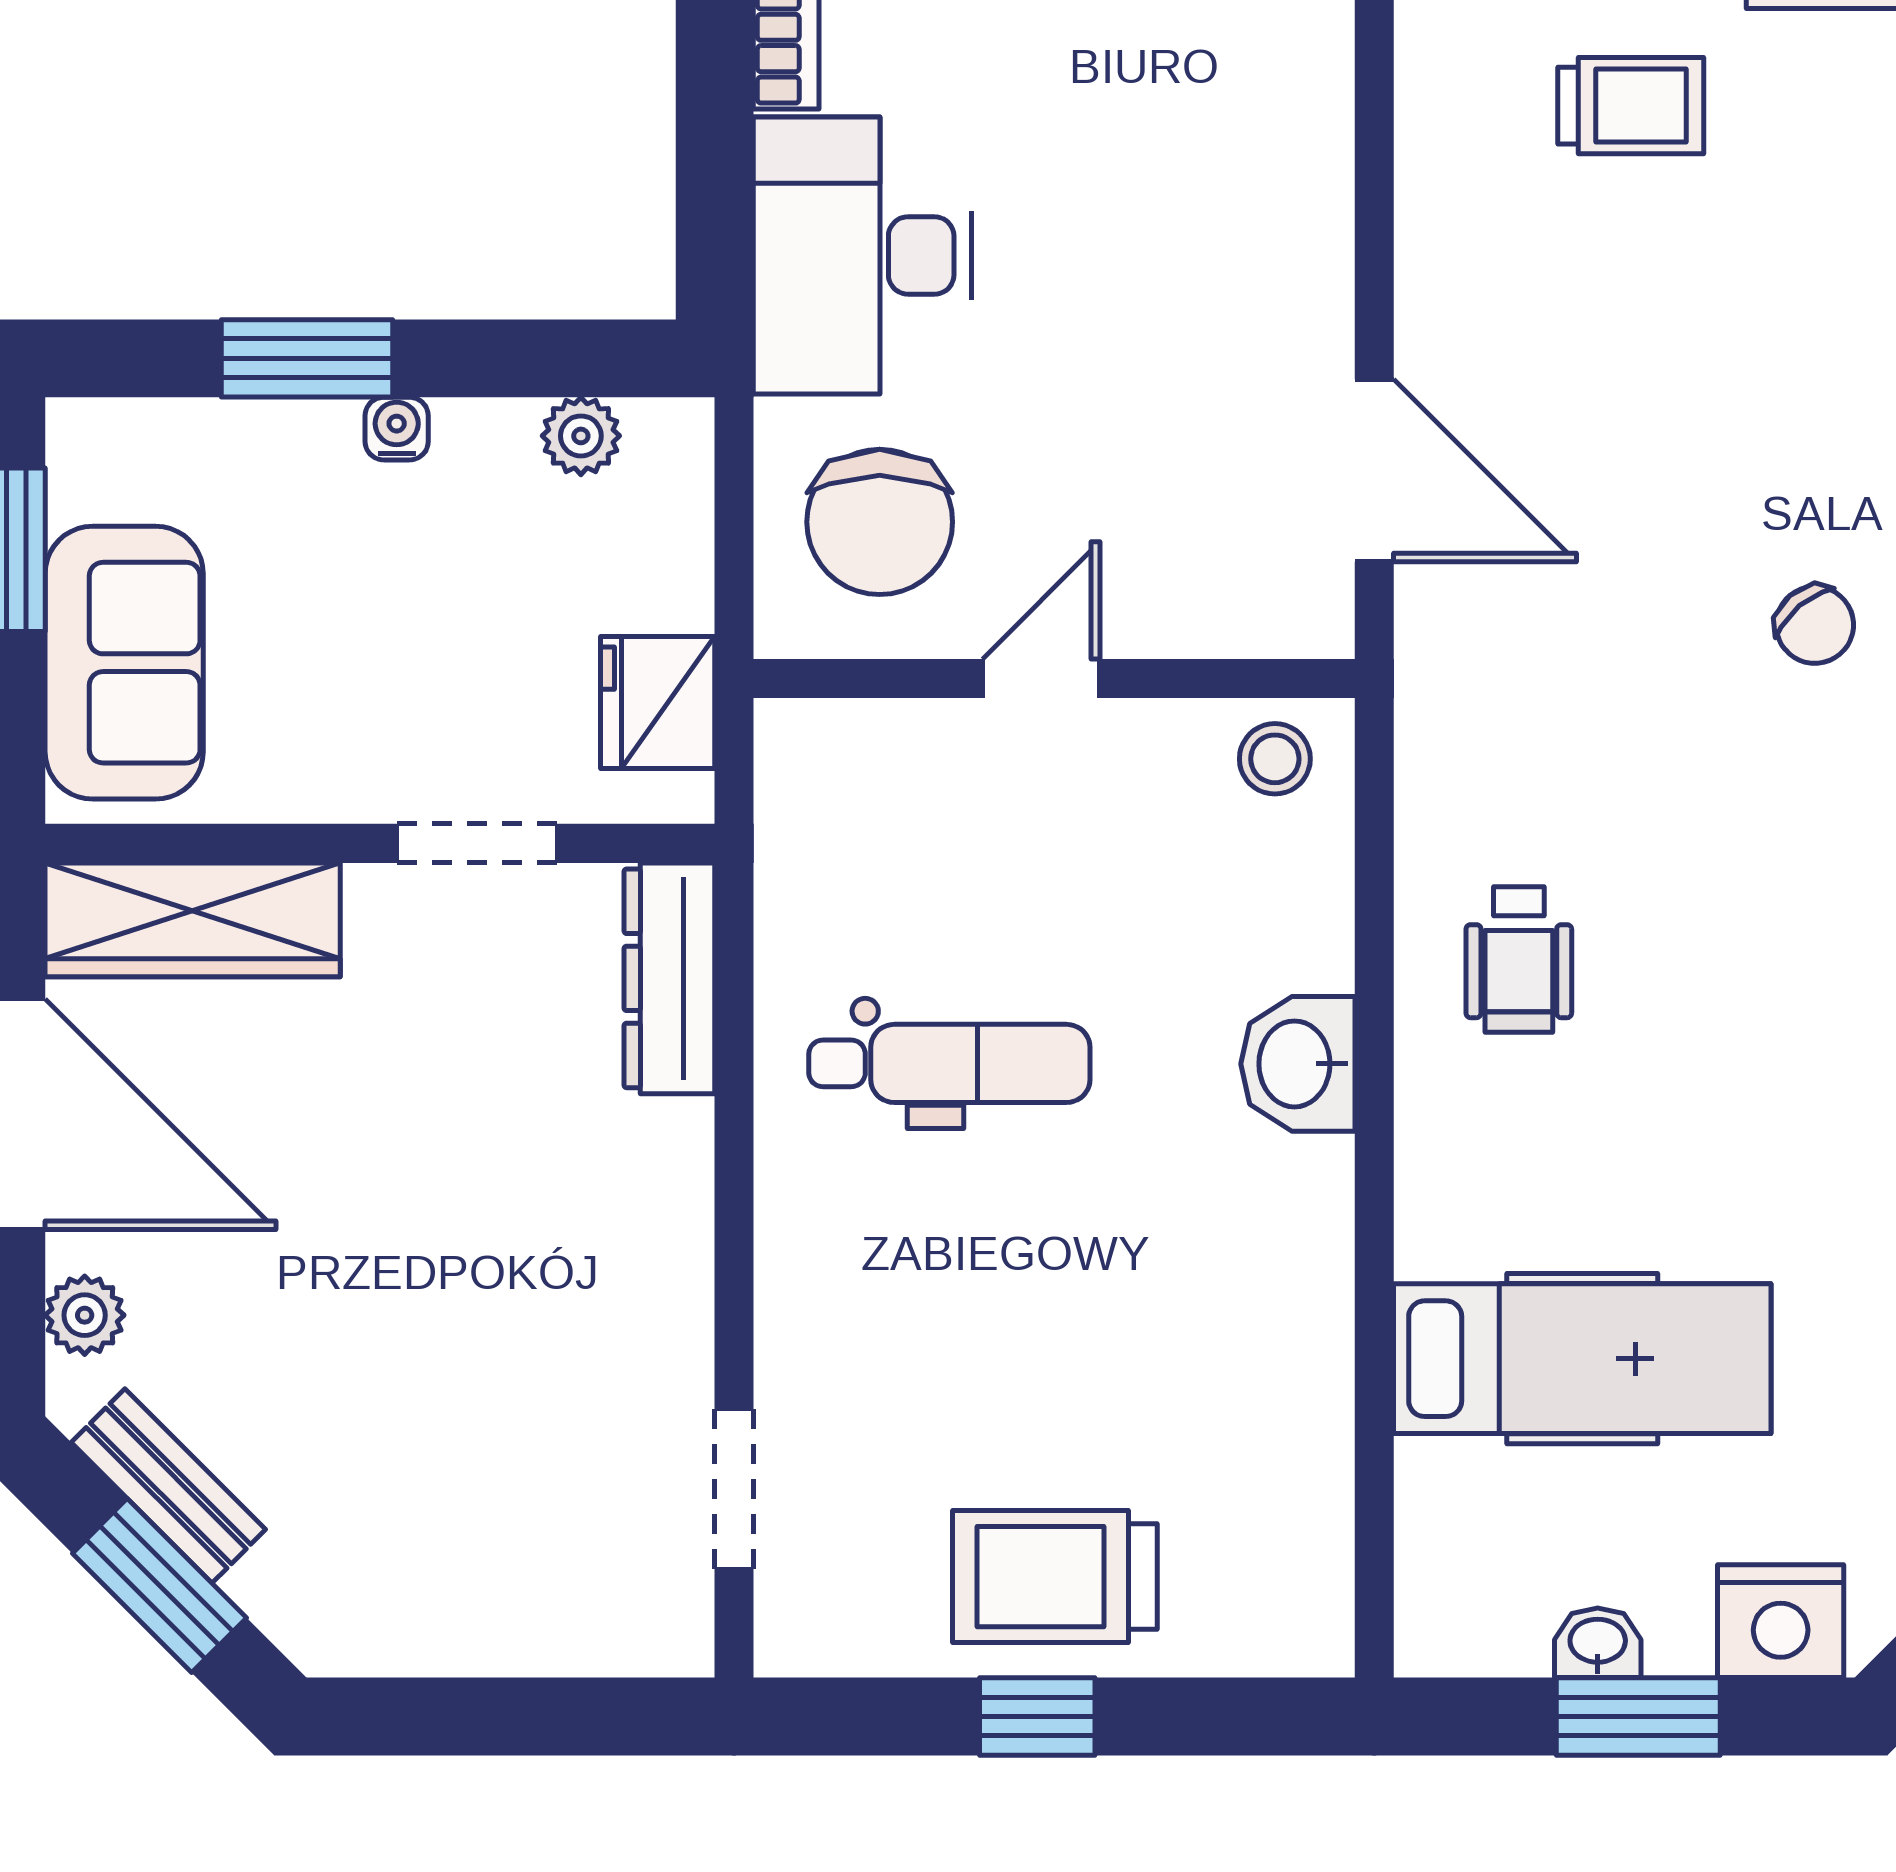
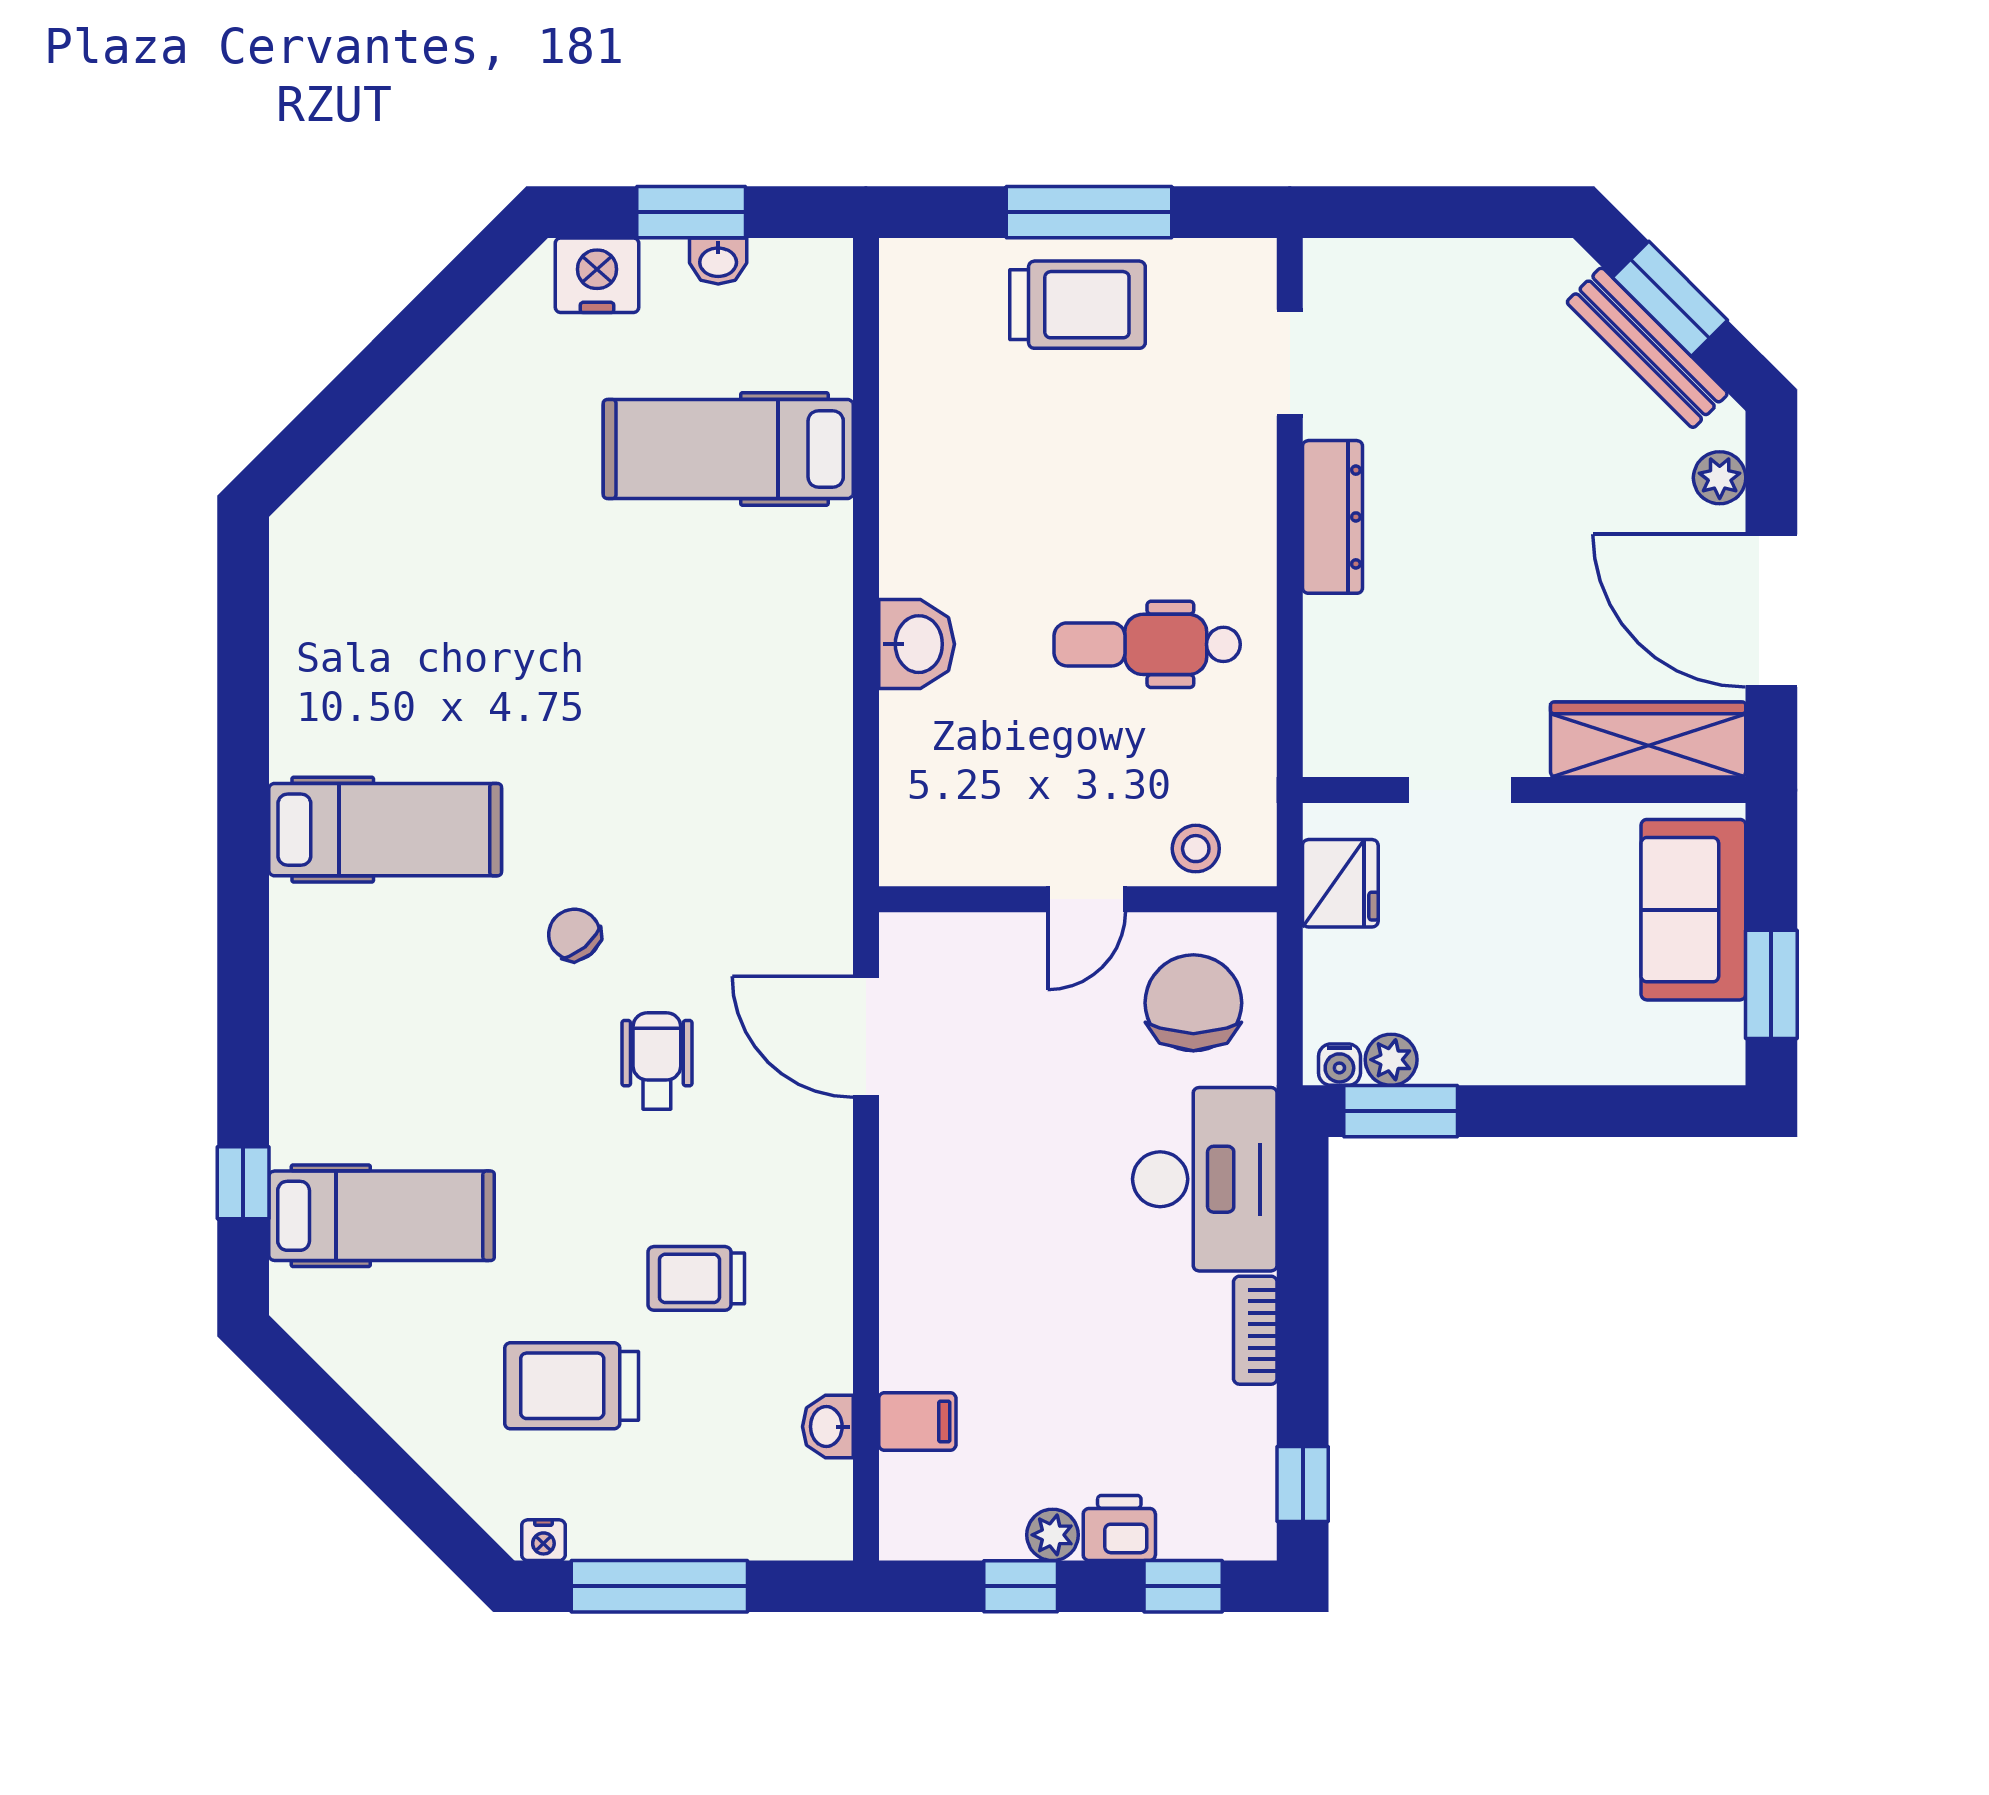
window: (307, 358) -> (1401, 1111), moved
water cooler: (397, 429) -> (1339, 1065), moved
stool: (1275, 759) -> (1196, 849), moved
wheelchair: (1519, 960) -> (657, 1061), moved
dresser: (669, 978) -> (1333, 517), moved
bench: (168, 1486) -> (1647, 348), width x1.36
window: (1037, 1717) -> (1089, 212), width x2.17

